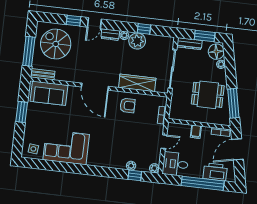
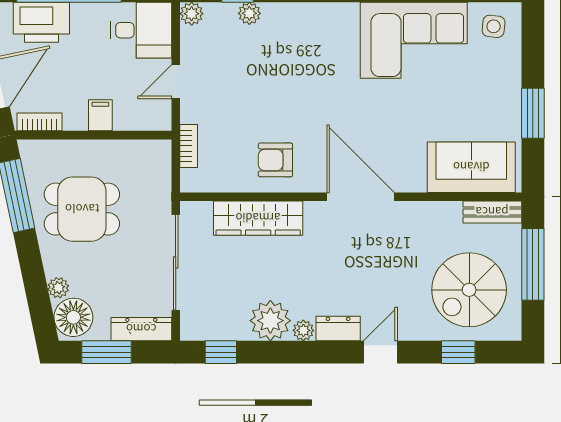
window: (74, 21) -> (458, 352), moved
window: (144, 29) -> (221, 352), moved
spiral stairs: (56, 44) -> (469, 290), turned 90

